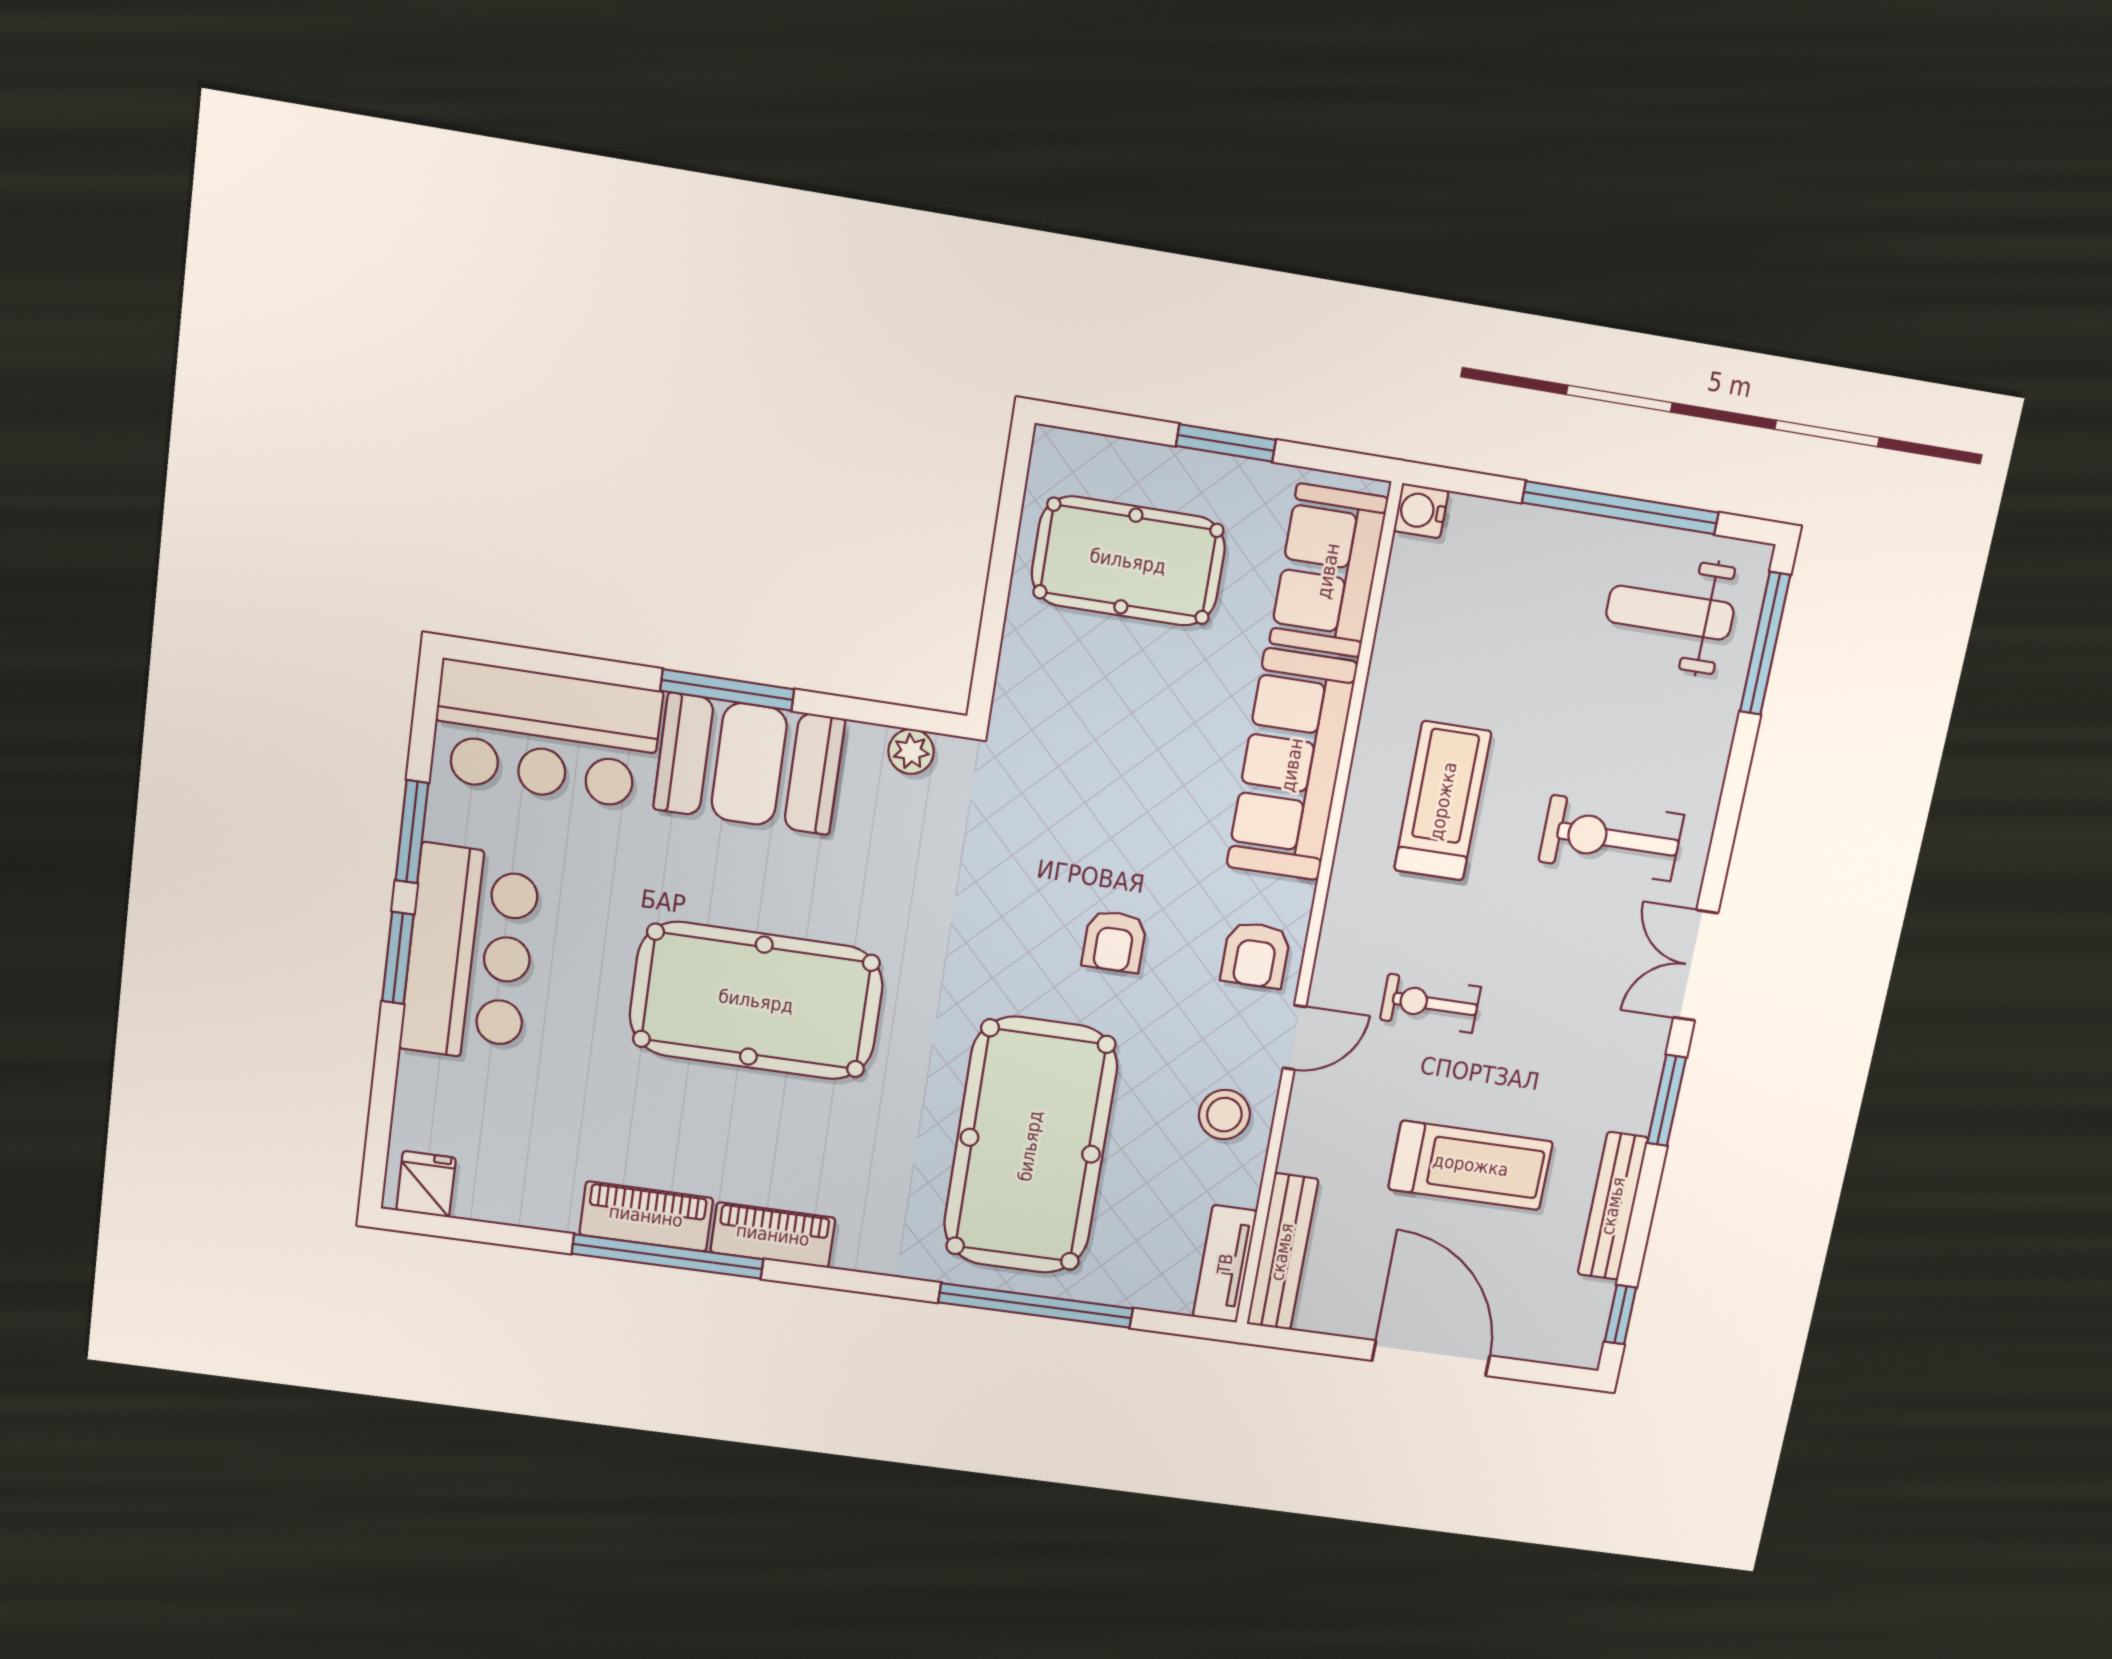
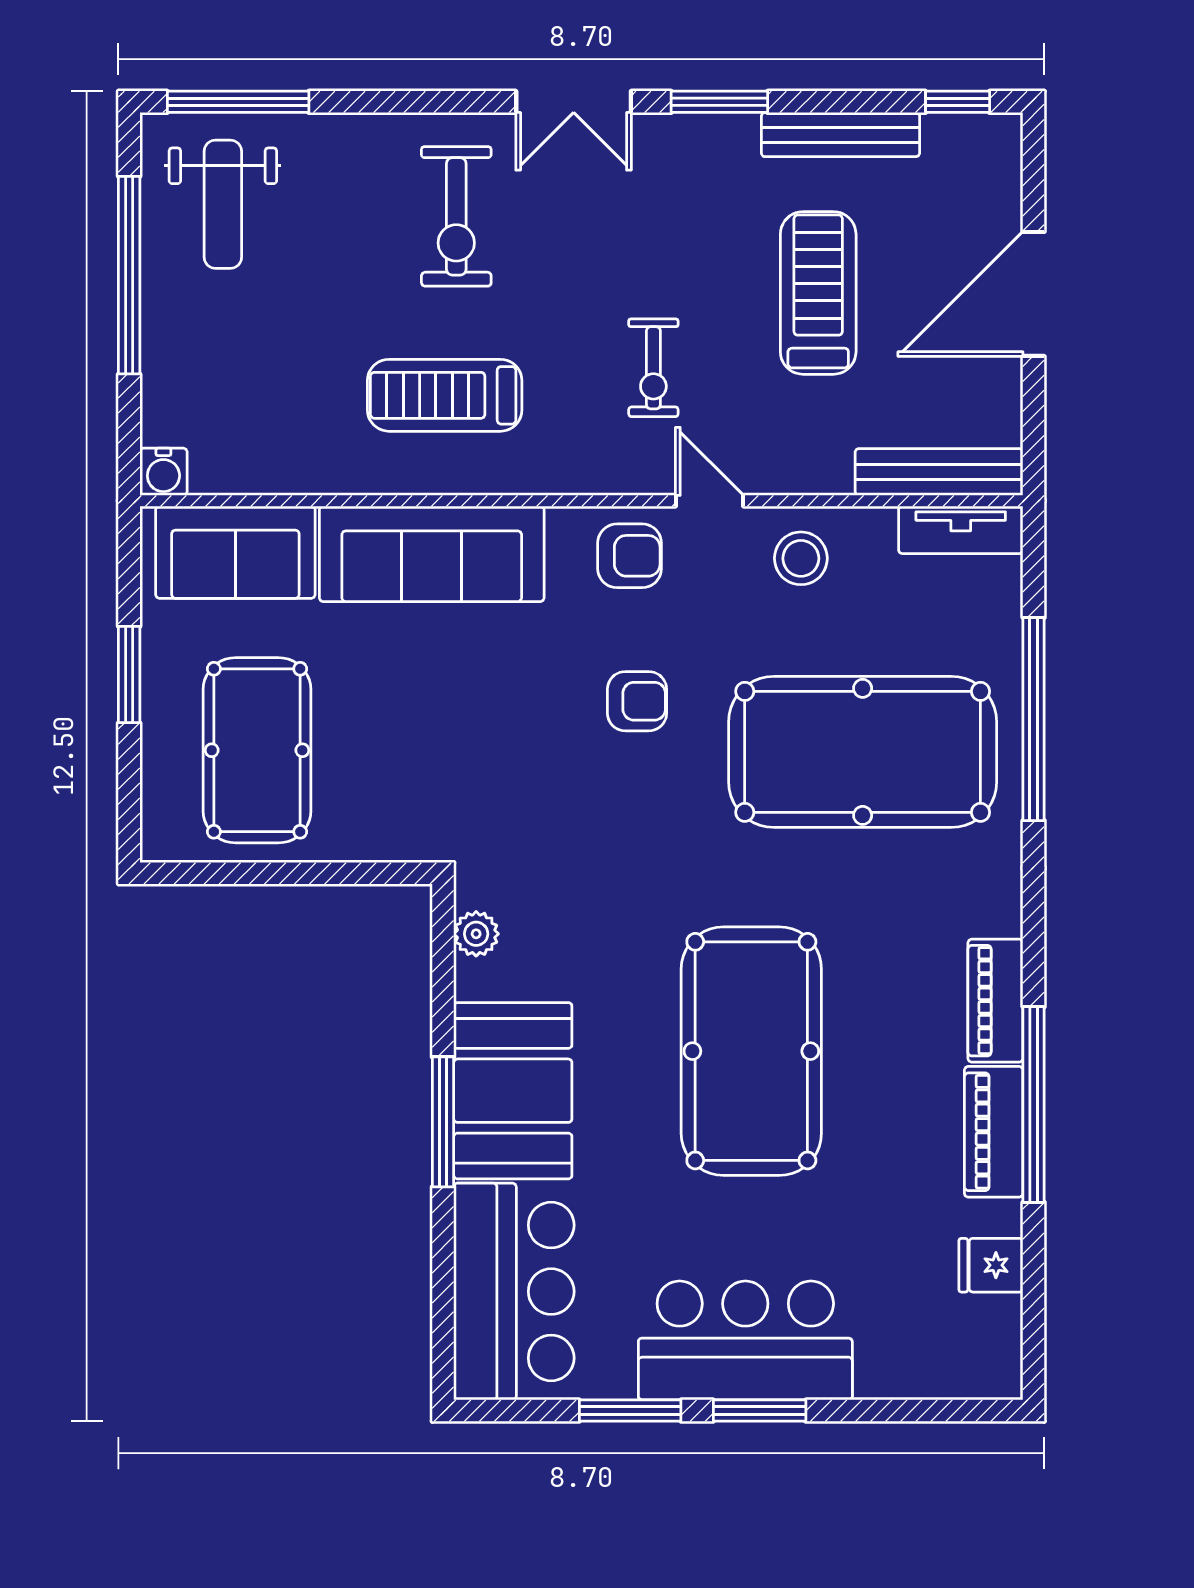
fridge: (426, 1184) -> (991, 1265), moved

